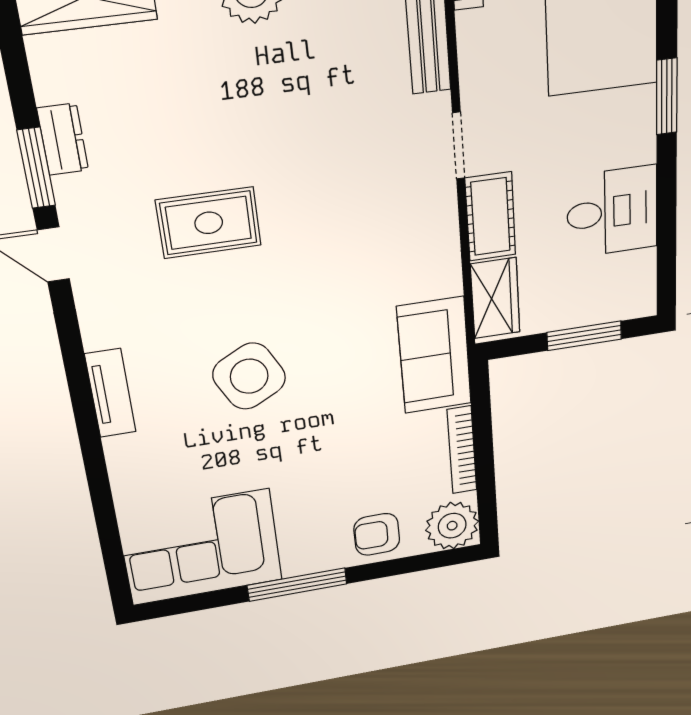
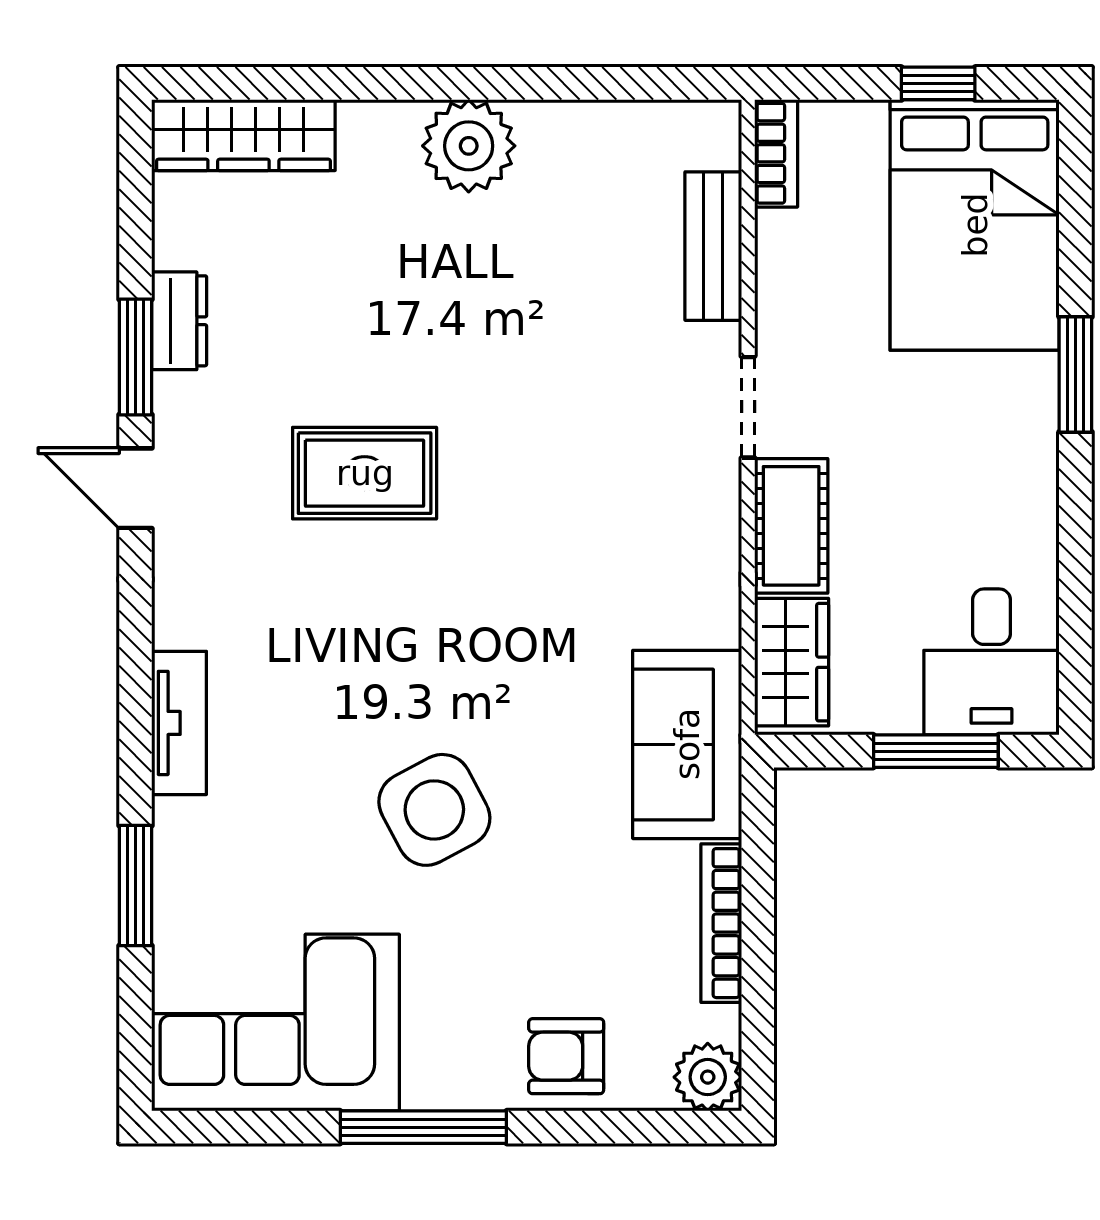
desk: (612, 212) -> (992, 662), moved, turned 90
side table: (249, 376) -> (434, 810), moved
window: (100, 489) -> (135, 886), added
plant: (452, 526) -> (708, 1077), width x0.73, depth x0.73

